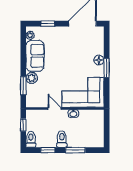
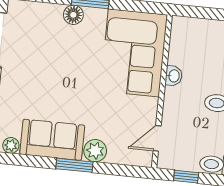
window: (23, 86) -> (74, 165), moved
door: (55, 108) -> (157, 138), moved

